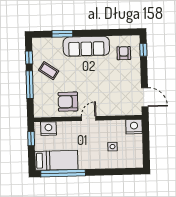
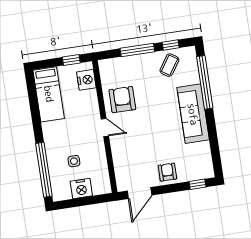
window: (62, 34) -> (205, 82), width x2.11
armchair: (124, 53) -> (167, 172), moved, turned -90
coffee table: (49, 71) -> (169, 65), moved
nightstand: (134, 127) -> (81, 189), moved, turned 90
window: (63, 173) -> (44, 170), moved

